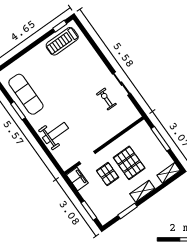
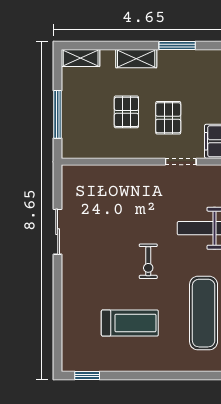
treadmill: (62, 41) -> (130, 323), moved
exercise bike: (106, 99) -> (148, 261), moved
pallet: (129, 163) -> (126, 112), width x0.67, depth x0.71

